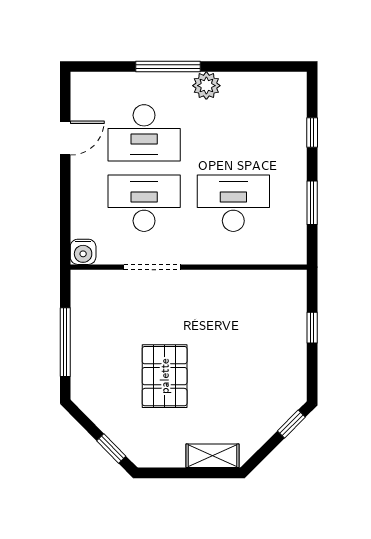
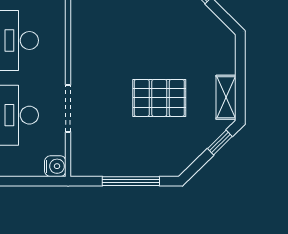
shelving: (213, 456) -> (226, 97), moved

